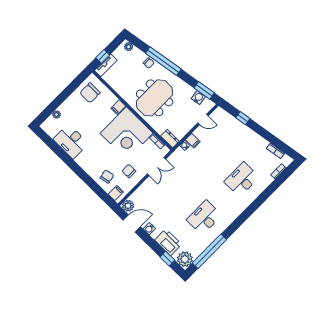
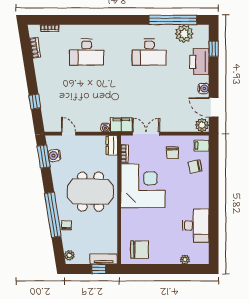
filing cabinet: (118, 107) -> (128, 214), removed
filing cabinet: (193, 141) -> (121, 125), moved, width x2.00
plant: (185, 259) -> (184, 34), moved

